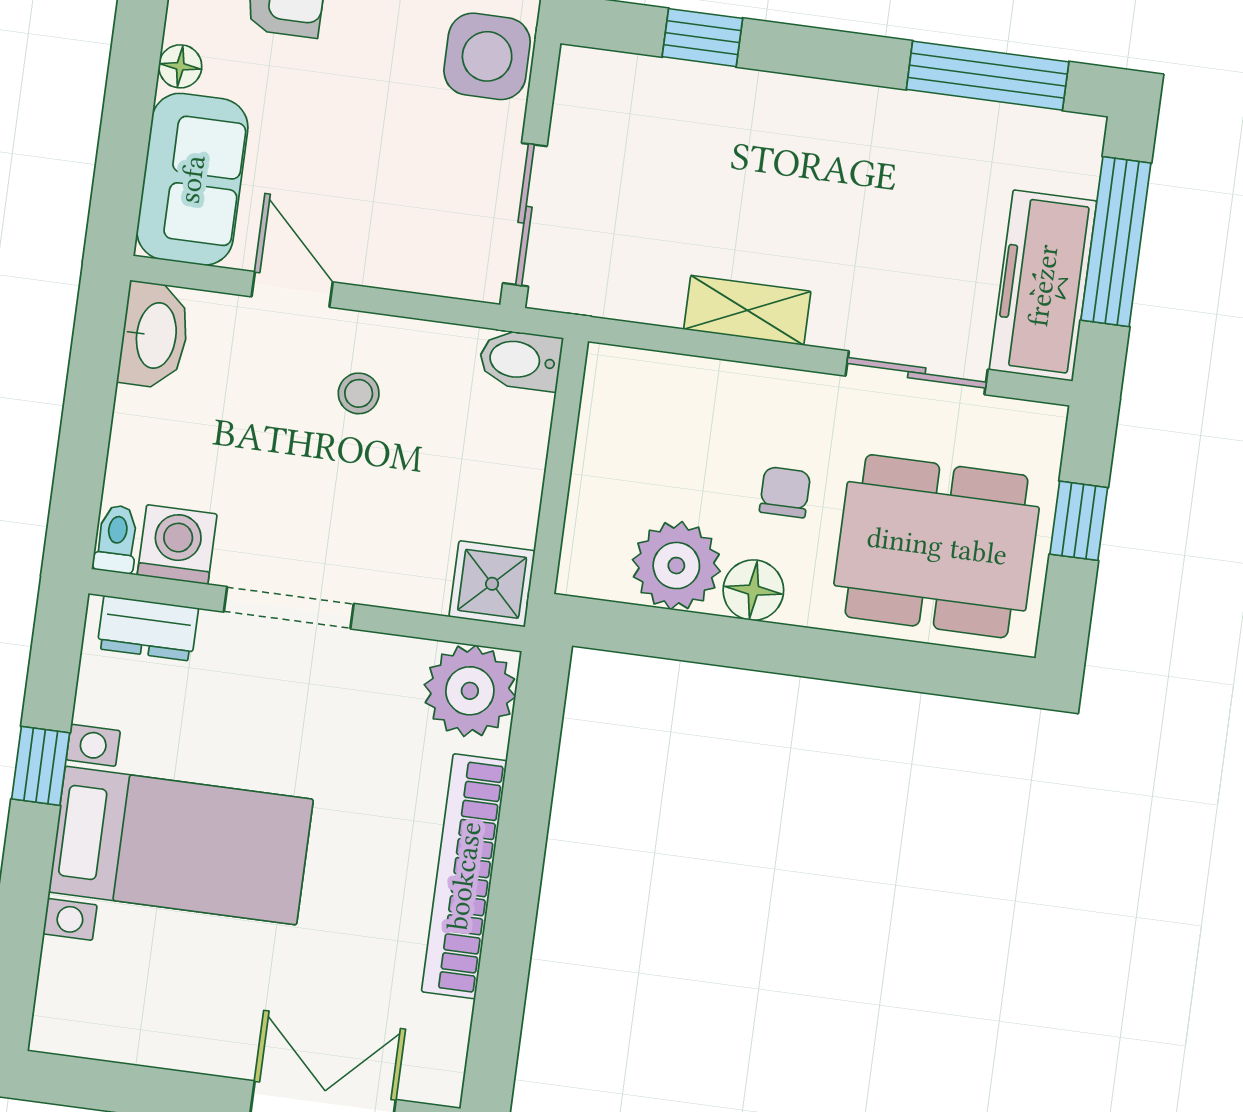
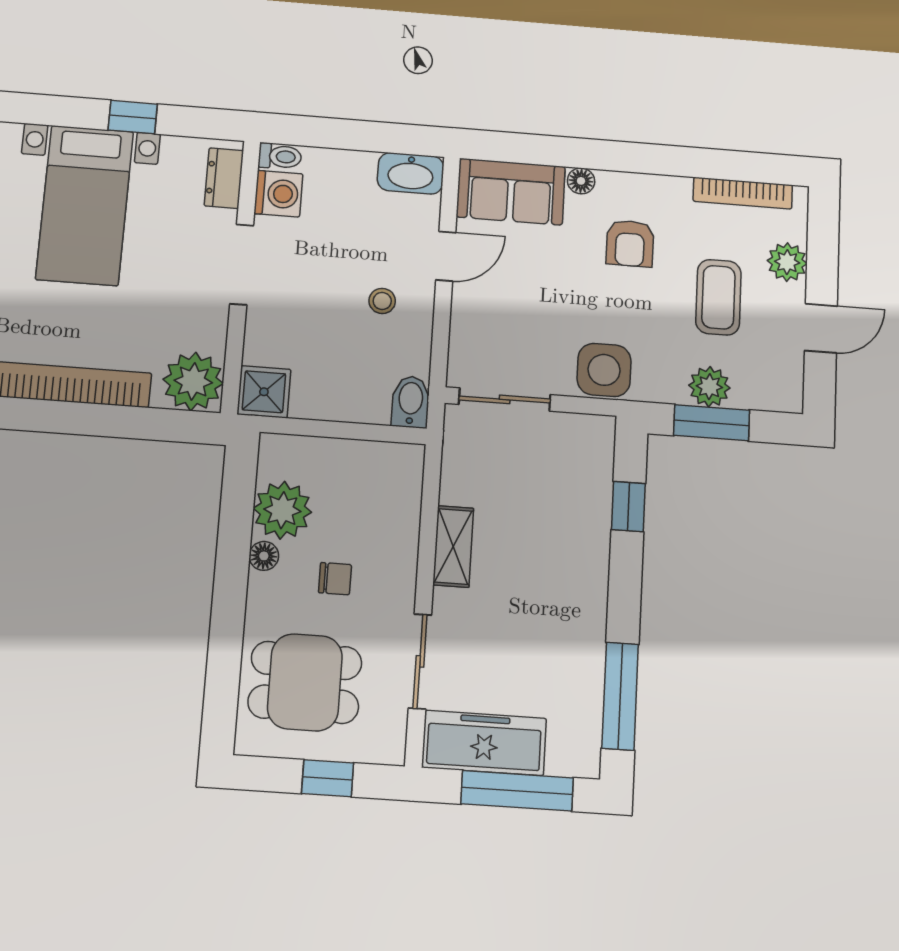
dining table: (937, 546) -> (305, 682), width x0.73
floor lamp: (753, 590) -> (264, 556), width x0.73, depth x0.73

